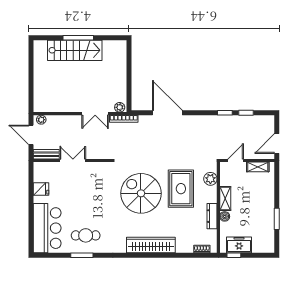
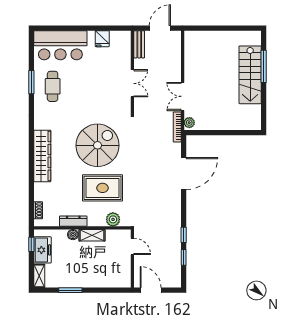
window: (78, 38) -> (264, 66), moved
plant: (41, 120) -> (176, 39), removed
double door: (73, 161) -> (132, 83), moved
shelving: (258, 167) -> (39, 276), moved

